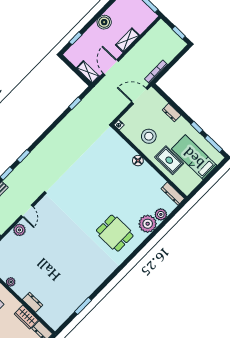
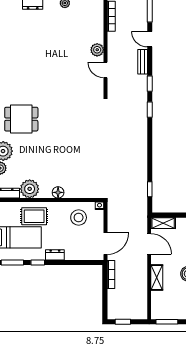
dresser: (172, 112) -> (55, 255), moved
stool: (149, 136) -> (79, 218), moved
plant: (154, 181) -> (30, 189), added

